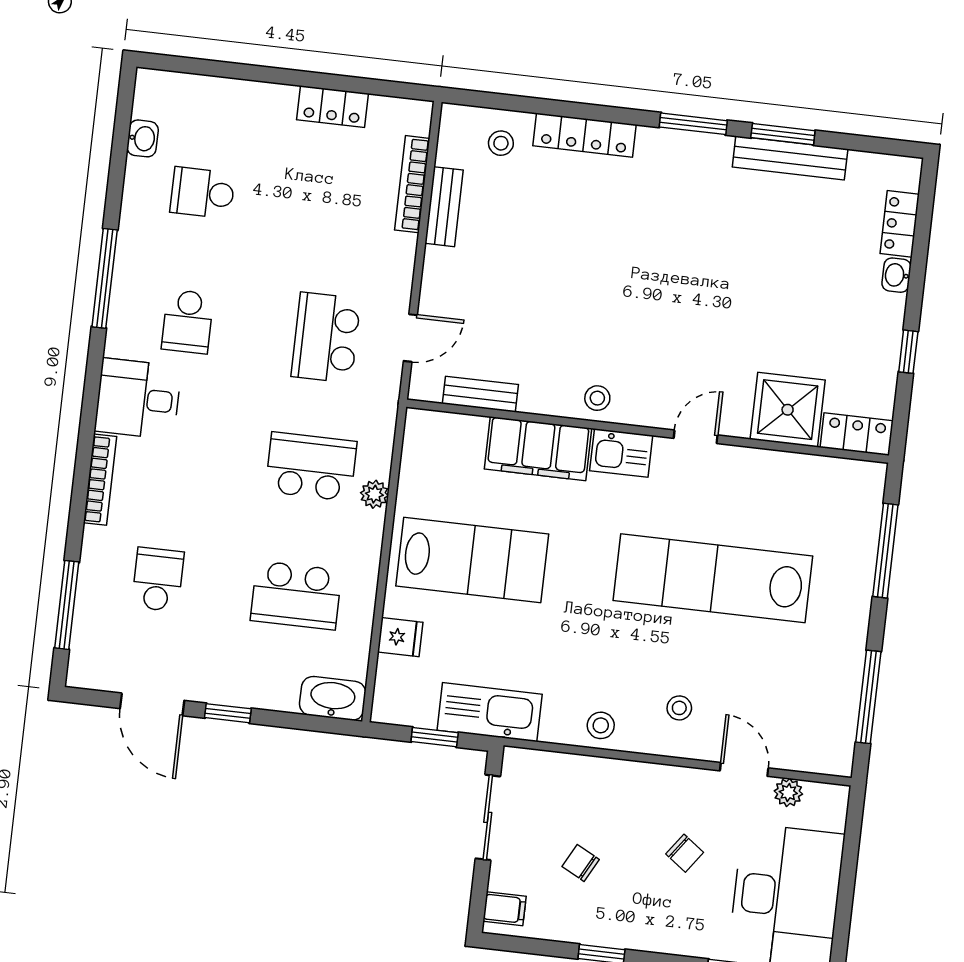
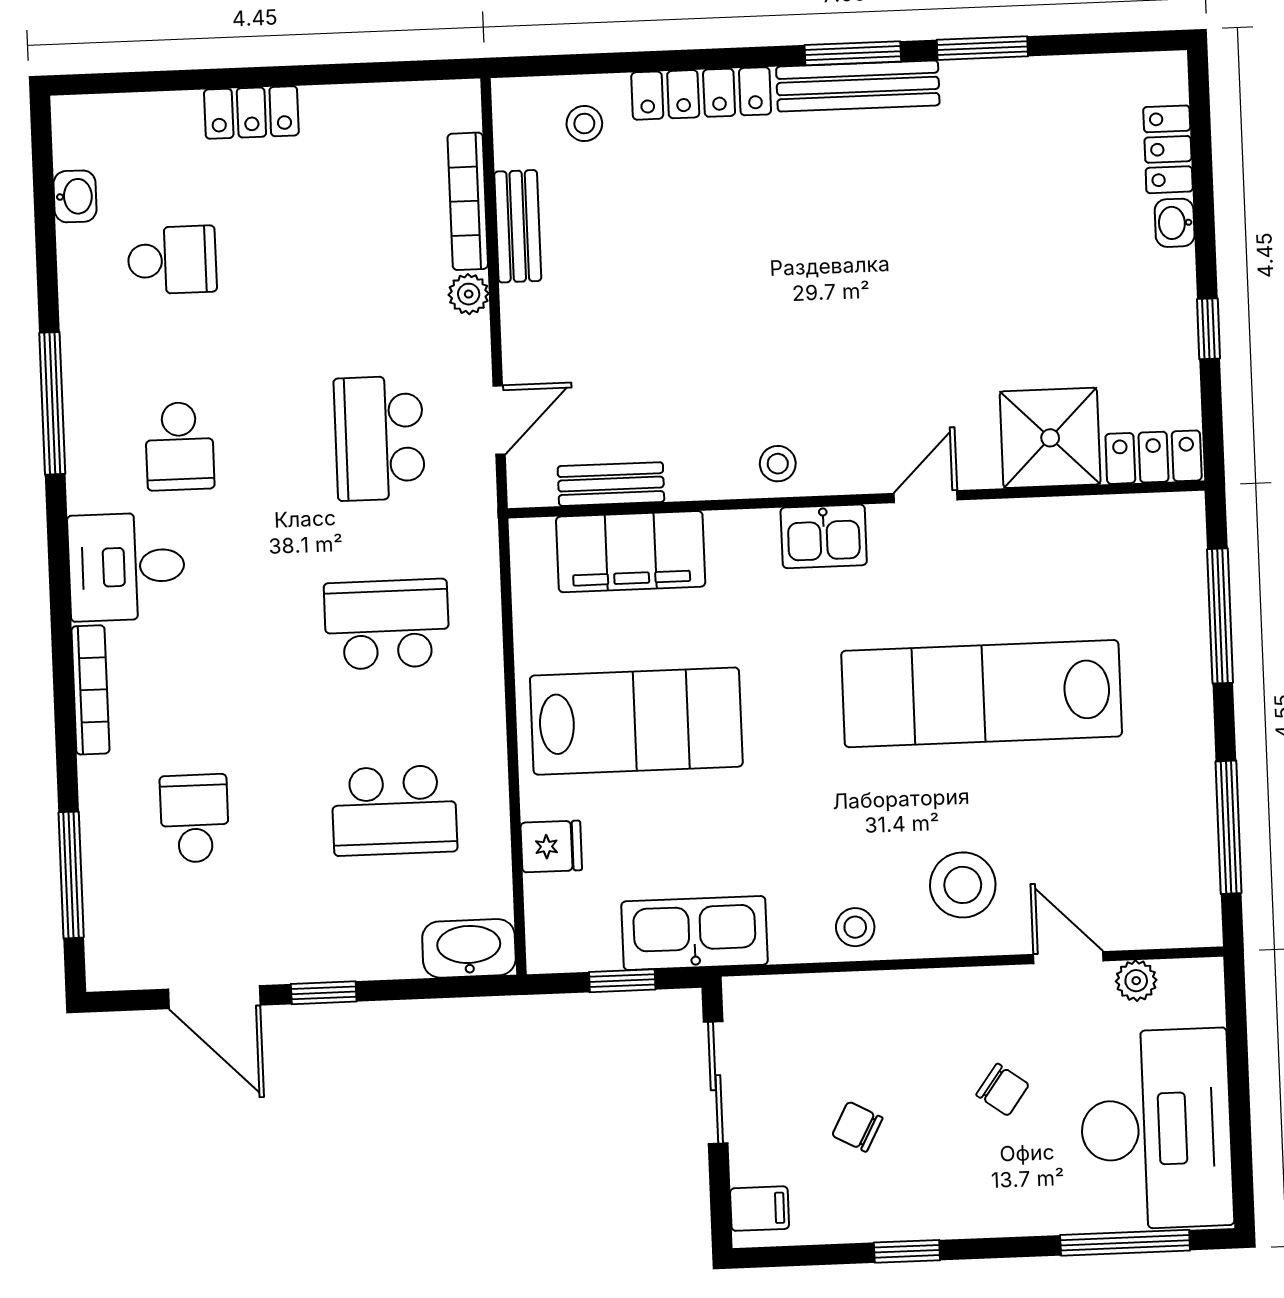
locker: (332, 107) -> (251, 112), moved
bench: (790, 158) -> (858, 86), moved
school desk: (203, 193) -> (172, 260), turned 180
filing cabinet: (538, 449) -> (631, 552), moved
plant: (374, 494) -> (469, 294), moved
stool: (679, 708) -> (963, 885), width x1.89, depth x1.89

